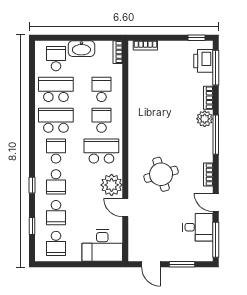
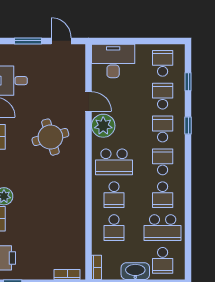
school desk: (56, 120) -> (163, 195), width x0.54
school desk: (56, 151) -> (163, 162), turned 180

